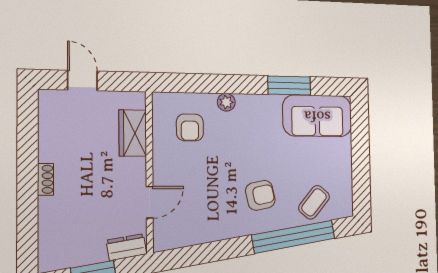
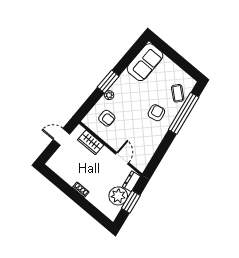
door: (82, 80) -> (62, 137), moved
window: (289, 86) -> (108, 82), moved
plant: (86, 246) -> (118, 196), added

